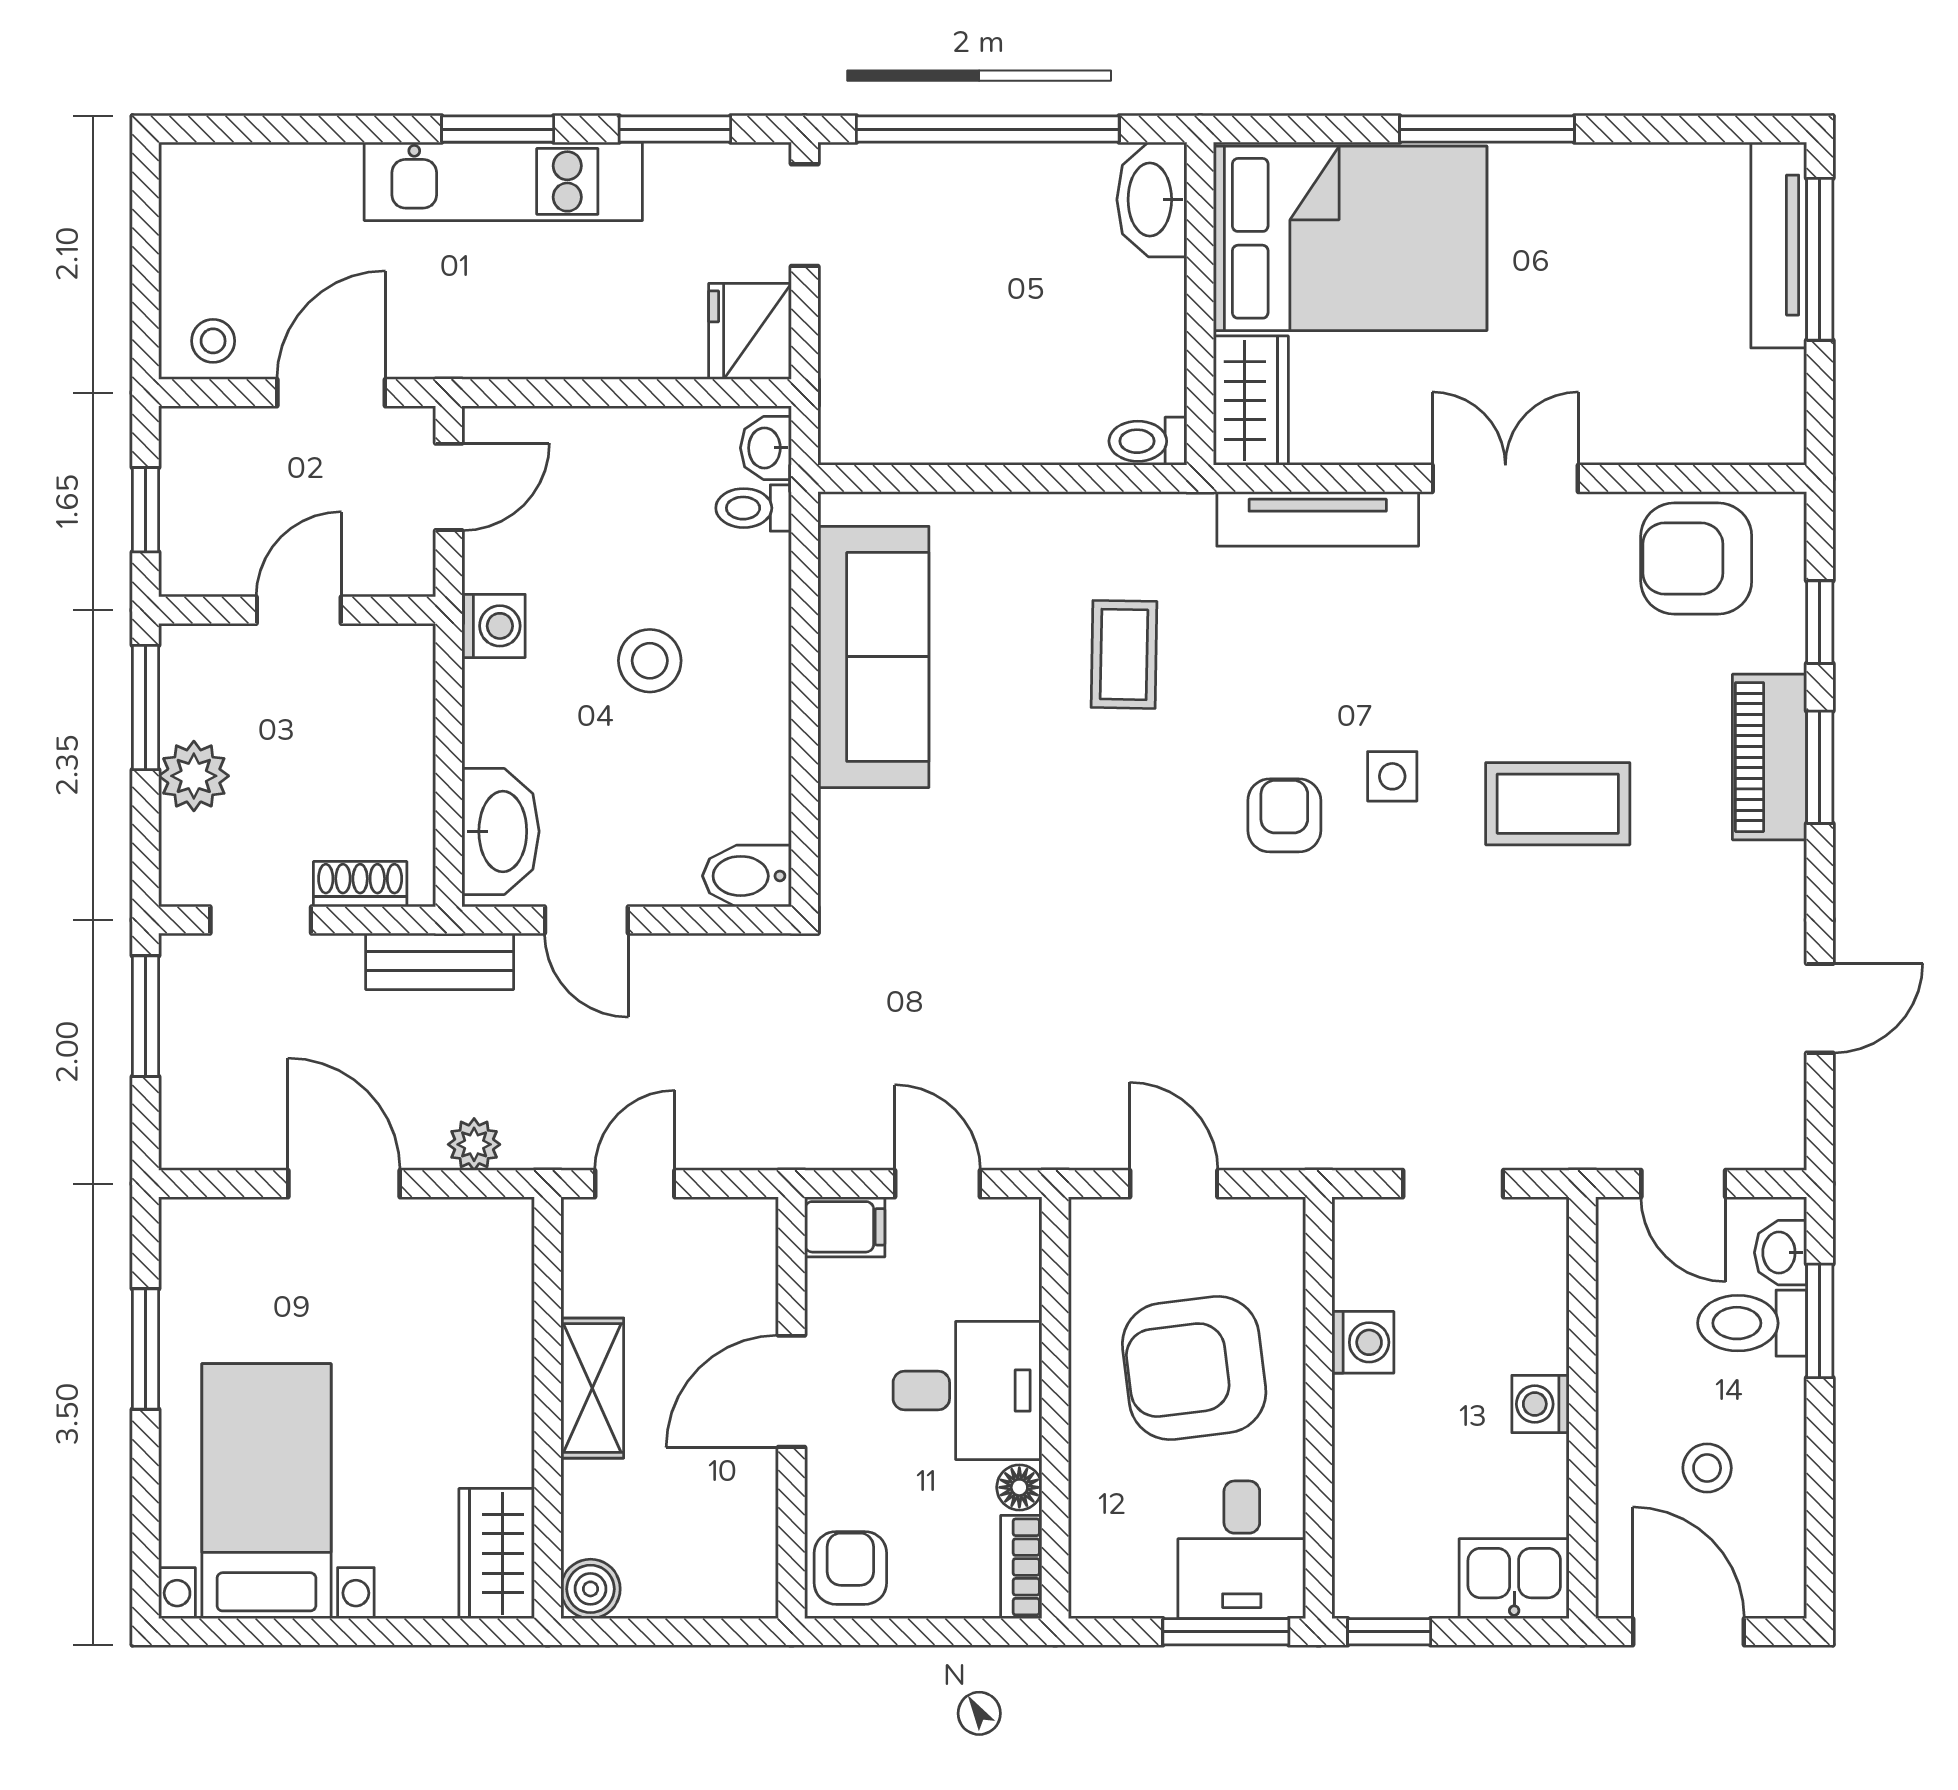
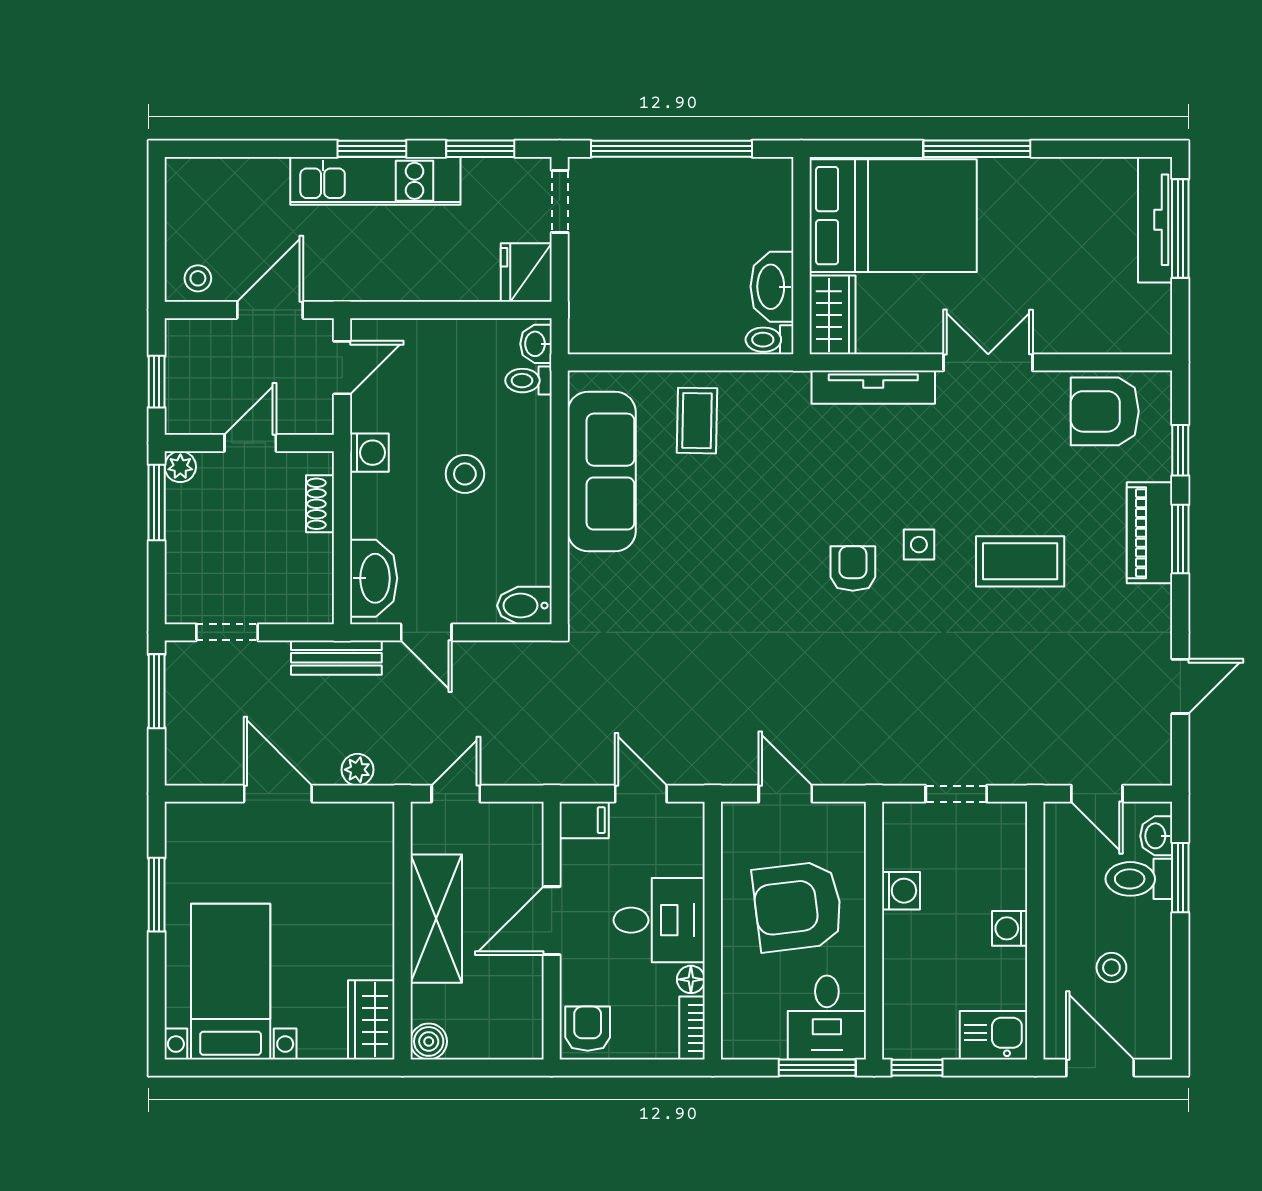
washbasin: (1152, 200) -> (772, 287), moved
coffee table: (1124, 654) -> (697, 421), moved
plant: (194, 776) -> (180, 467), moved, width x0.73, depth x0.73
shoe rack: (360, 884) -> (320, 504), moved, turned -90
shelving: (592, 1388) -> (436, 919), width x1.50, depth x1.33

